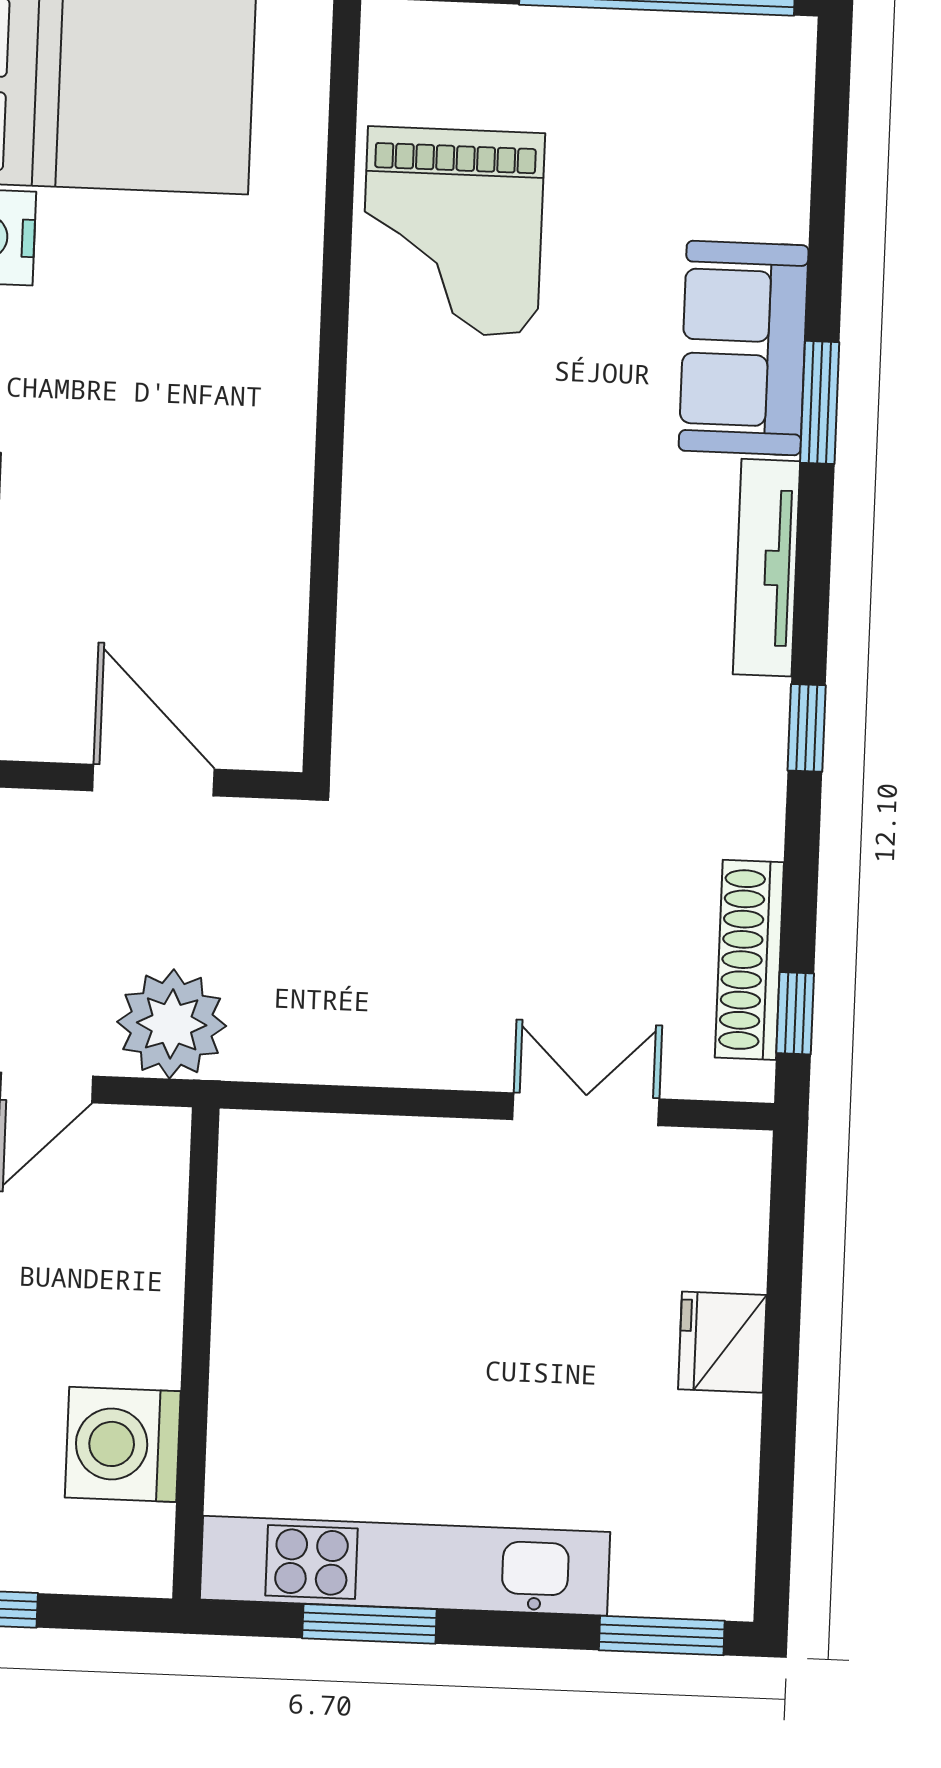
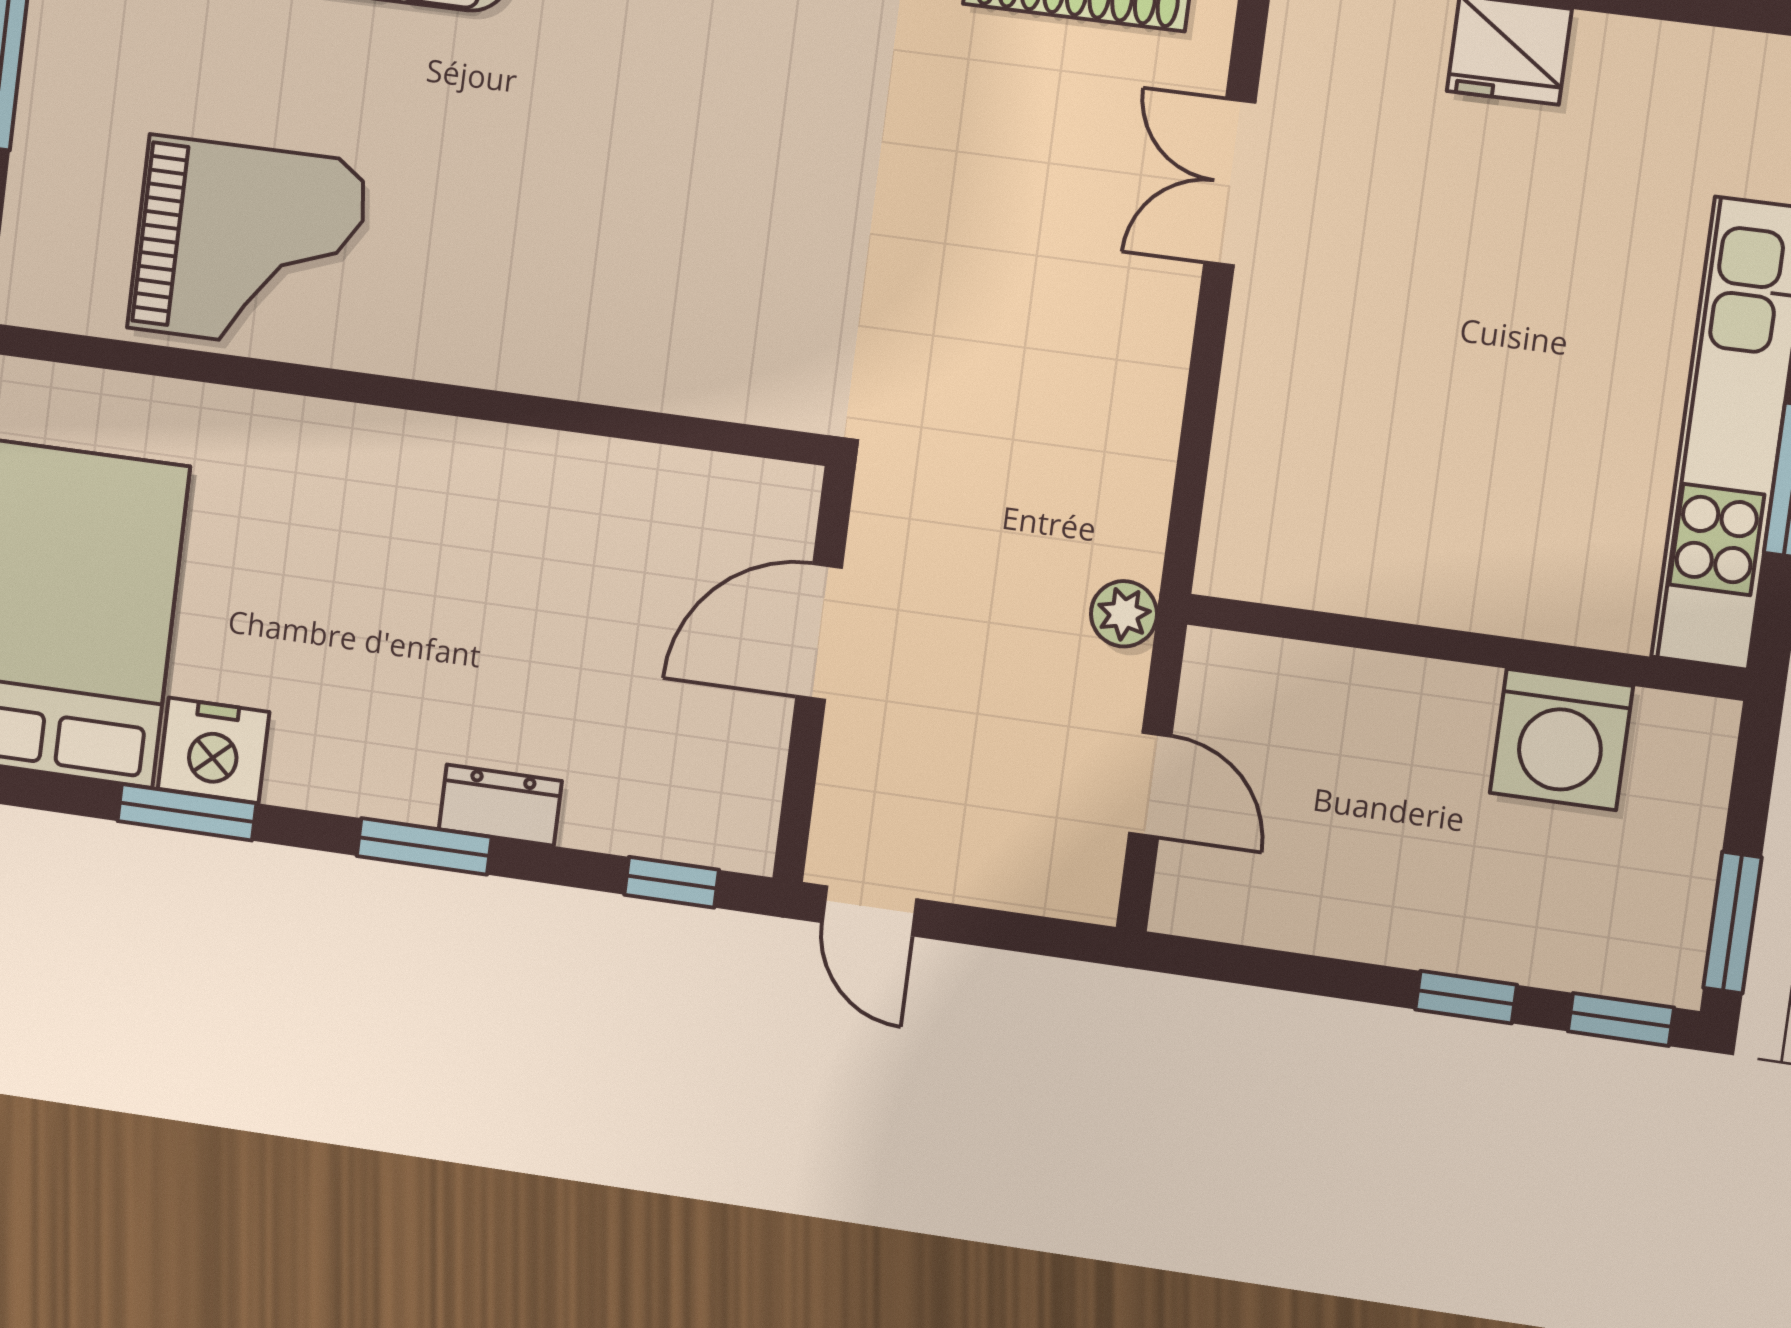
plant: (172, 1024) -> (1124, 614), width x0.53, depth x0.53

